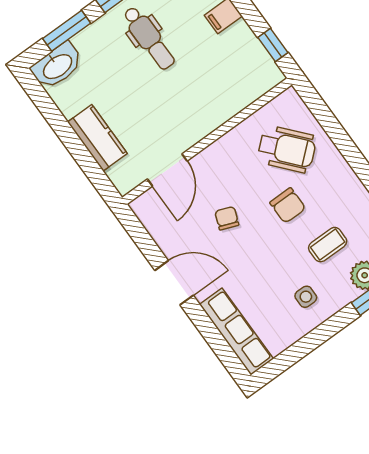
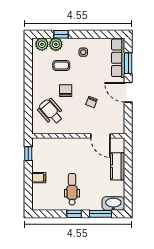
door: (167, 170) -> (100, 136), swing flipped
window: (212, 334) -> (128, 63), added

